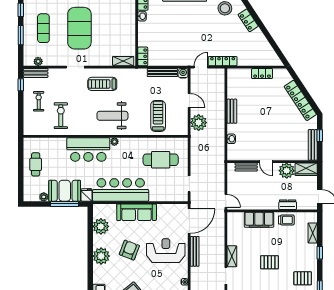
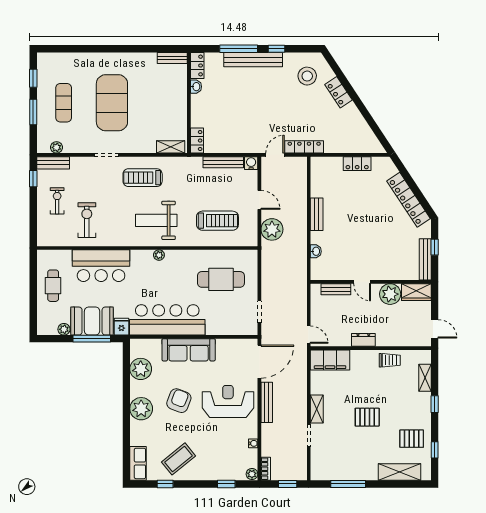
treadmill: (158, 116) -> (217, 221), turned 90
bar counter: (88, 150) -> (101, 266), moved
dresser: (288, 205) -> (363, 340), moved
filing cabinet: (259, 220) -> (330, 360), moved

